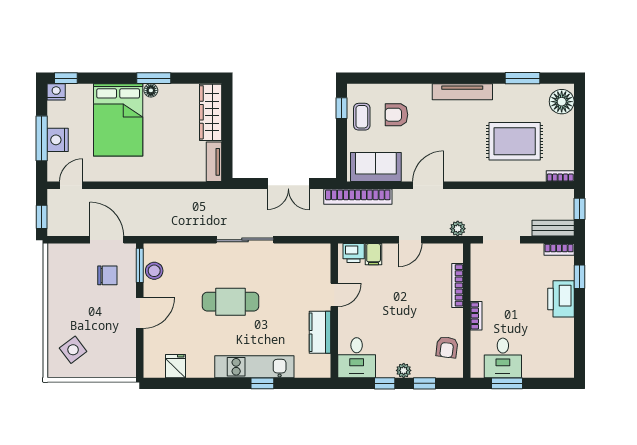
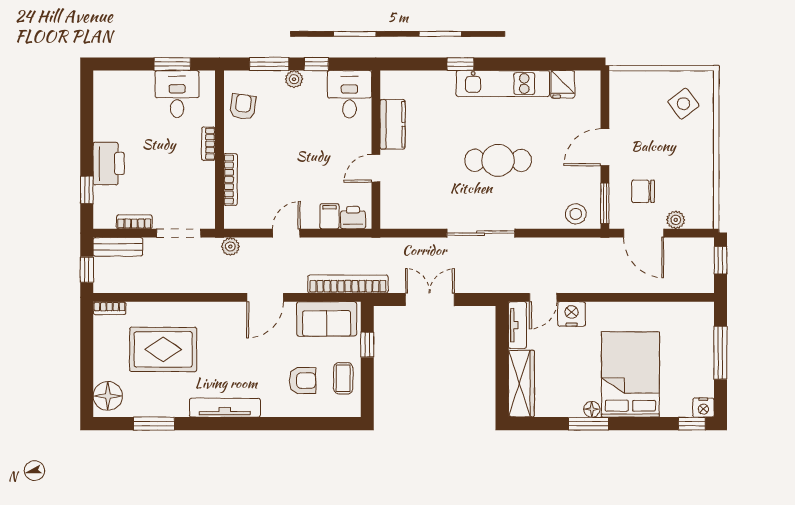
window: (341, 108) -> (367, 345), moved
nightstand: (58, 140) -> (572, 314), moved, turned -90
door: (71, 185) -> (543, 297), moved
bookcase: (559, 249) -> (134, 222), moved
plant: (80, 251) -> (676, 220), added
stool: (154, 271) -> (576, 214), moved
kitchen unit: (254, 367) -> (503, 84), moved
window: (425, 383) -> (269, 64), width x1.50

